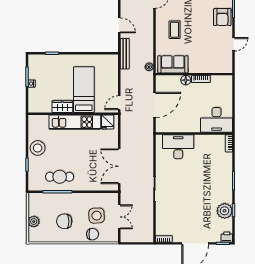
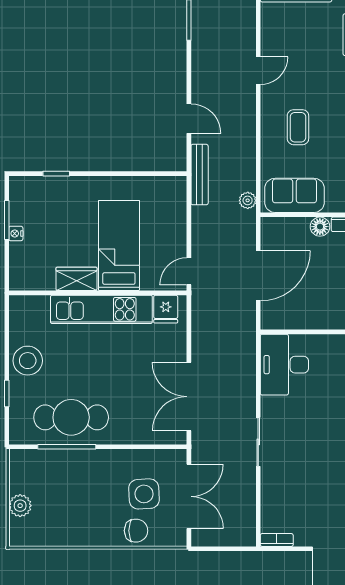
desk: (178, 147) -> (284, 365), moved, turned -90
cafe table: (60, 177) -> (71, 417), width x1.37, depth x1.35
double door: (119, 217) -> (189, 496), width x1.37
chair: (64, 221) -> (80, 505), removed

